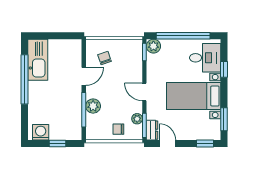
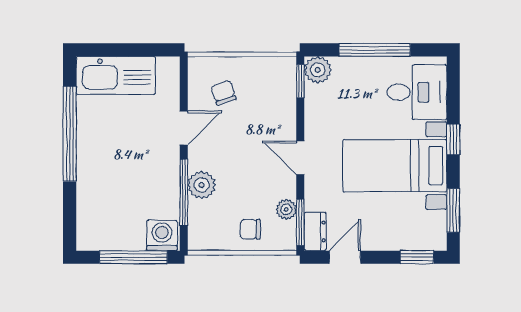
window: (183, 36) -> (375, 50), width x0.68
kitchen sink: (38, 60) -> (116, 75), moved, turned 90
window: (224, 69) -> (453, 139), moved
washing machine: (41, 132) -> (162, 236), moved
window: (58, 144) -> (133, 257), width x2.17
door: (168, 144) -> (345, 257), hinge flipped

